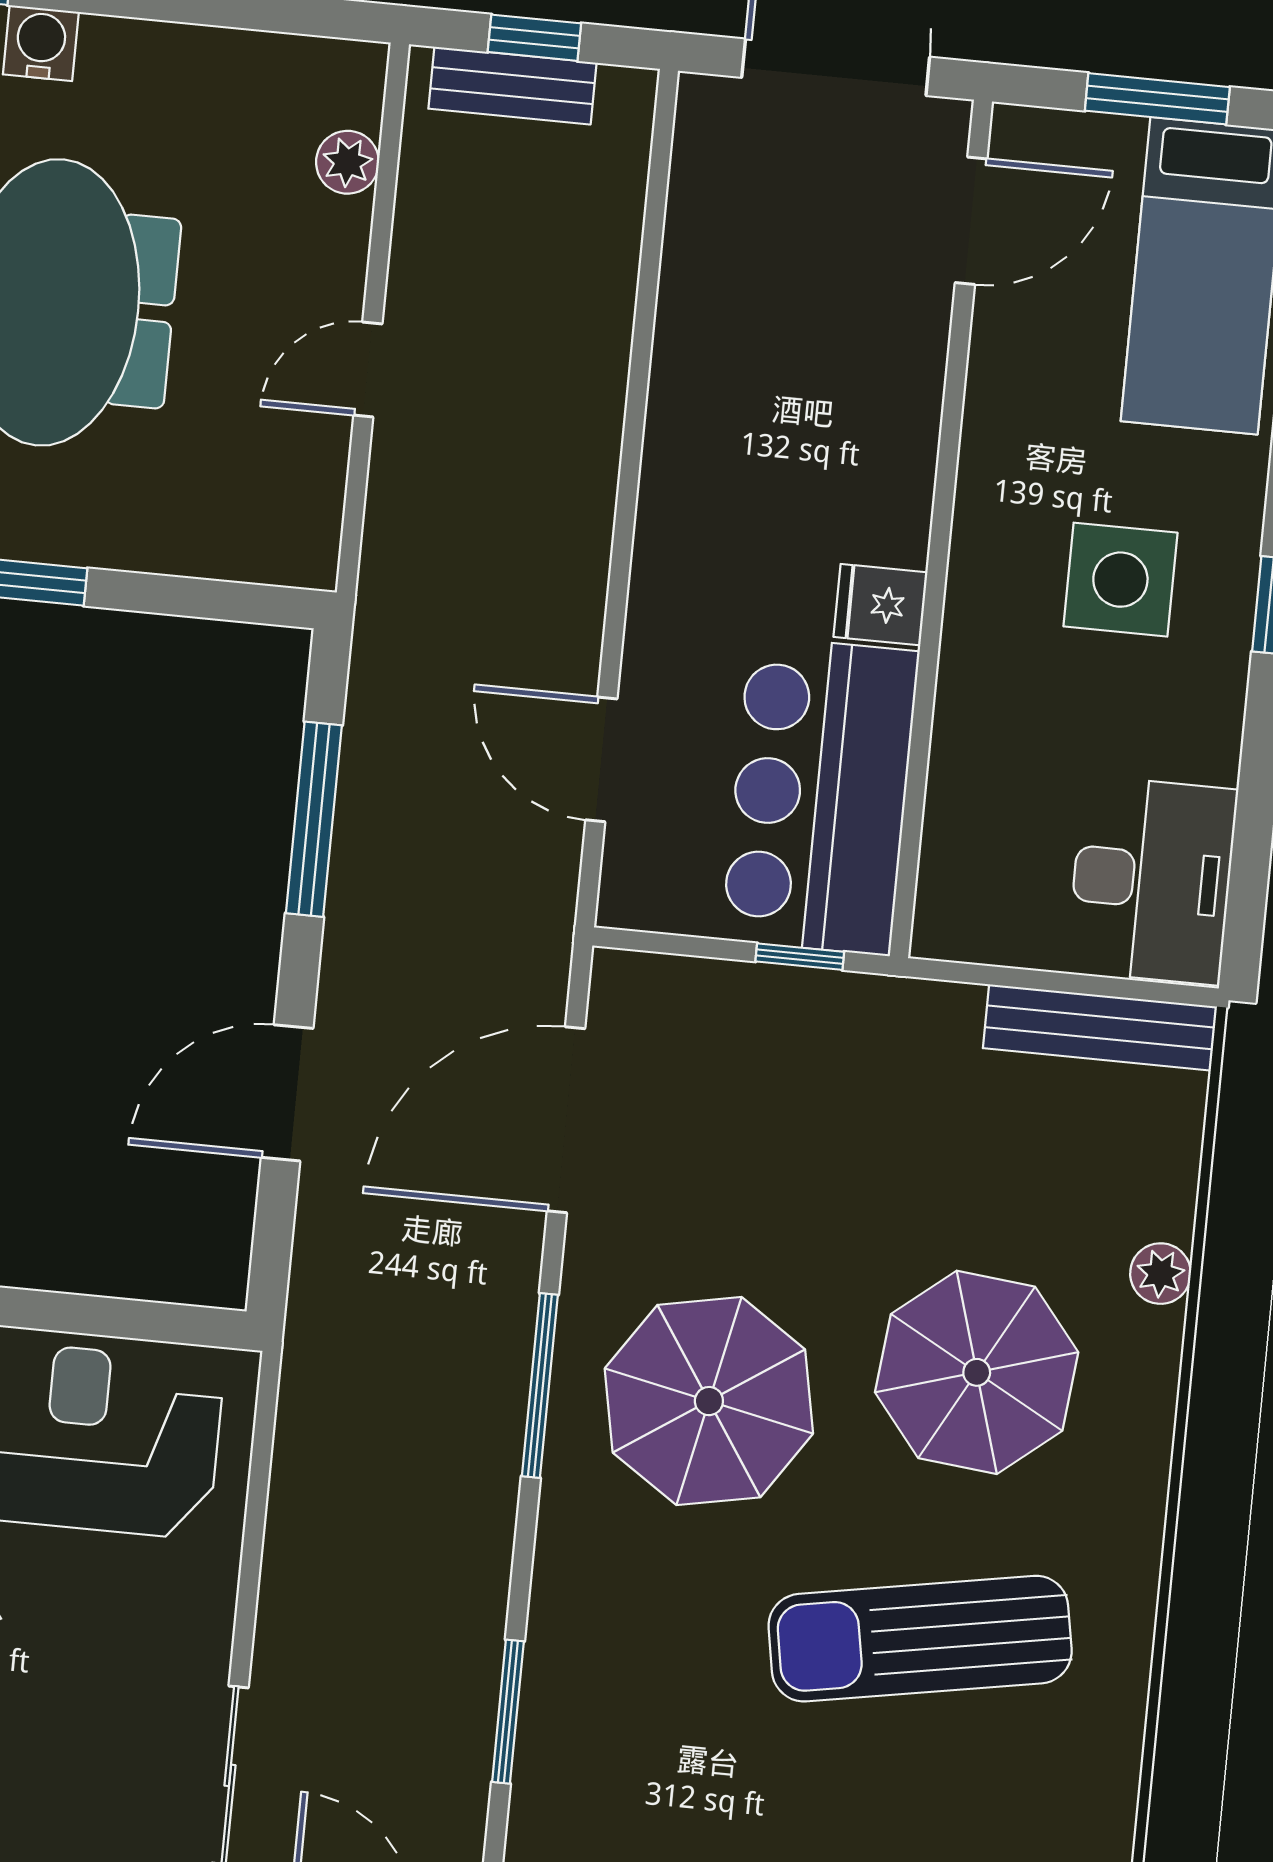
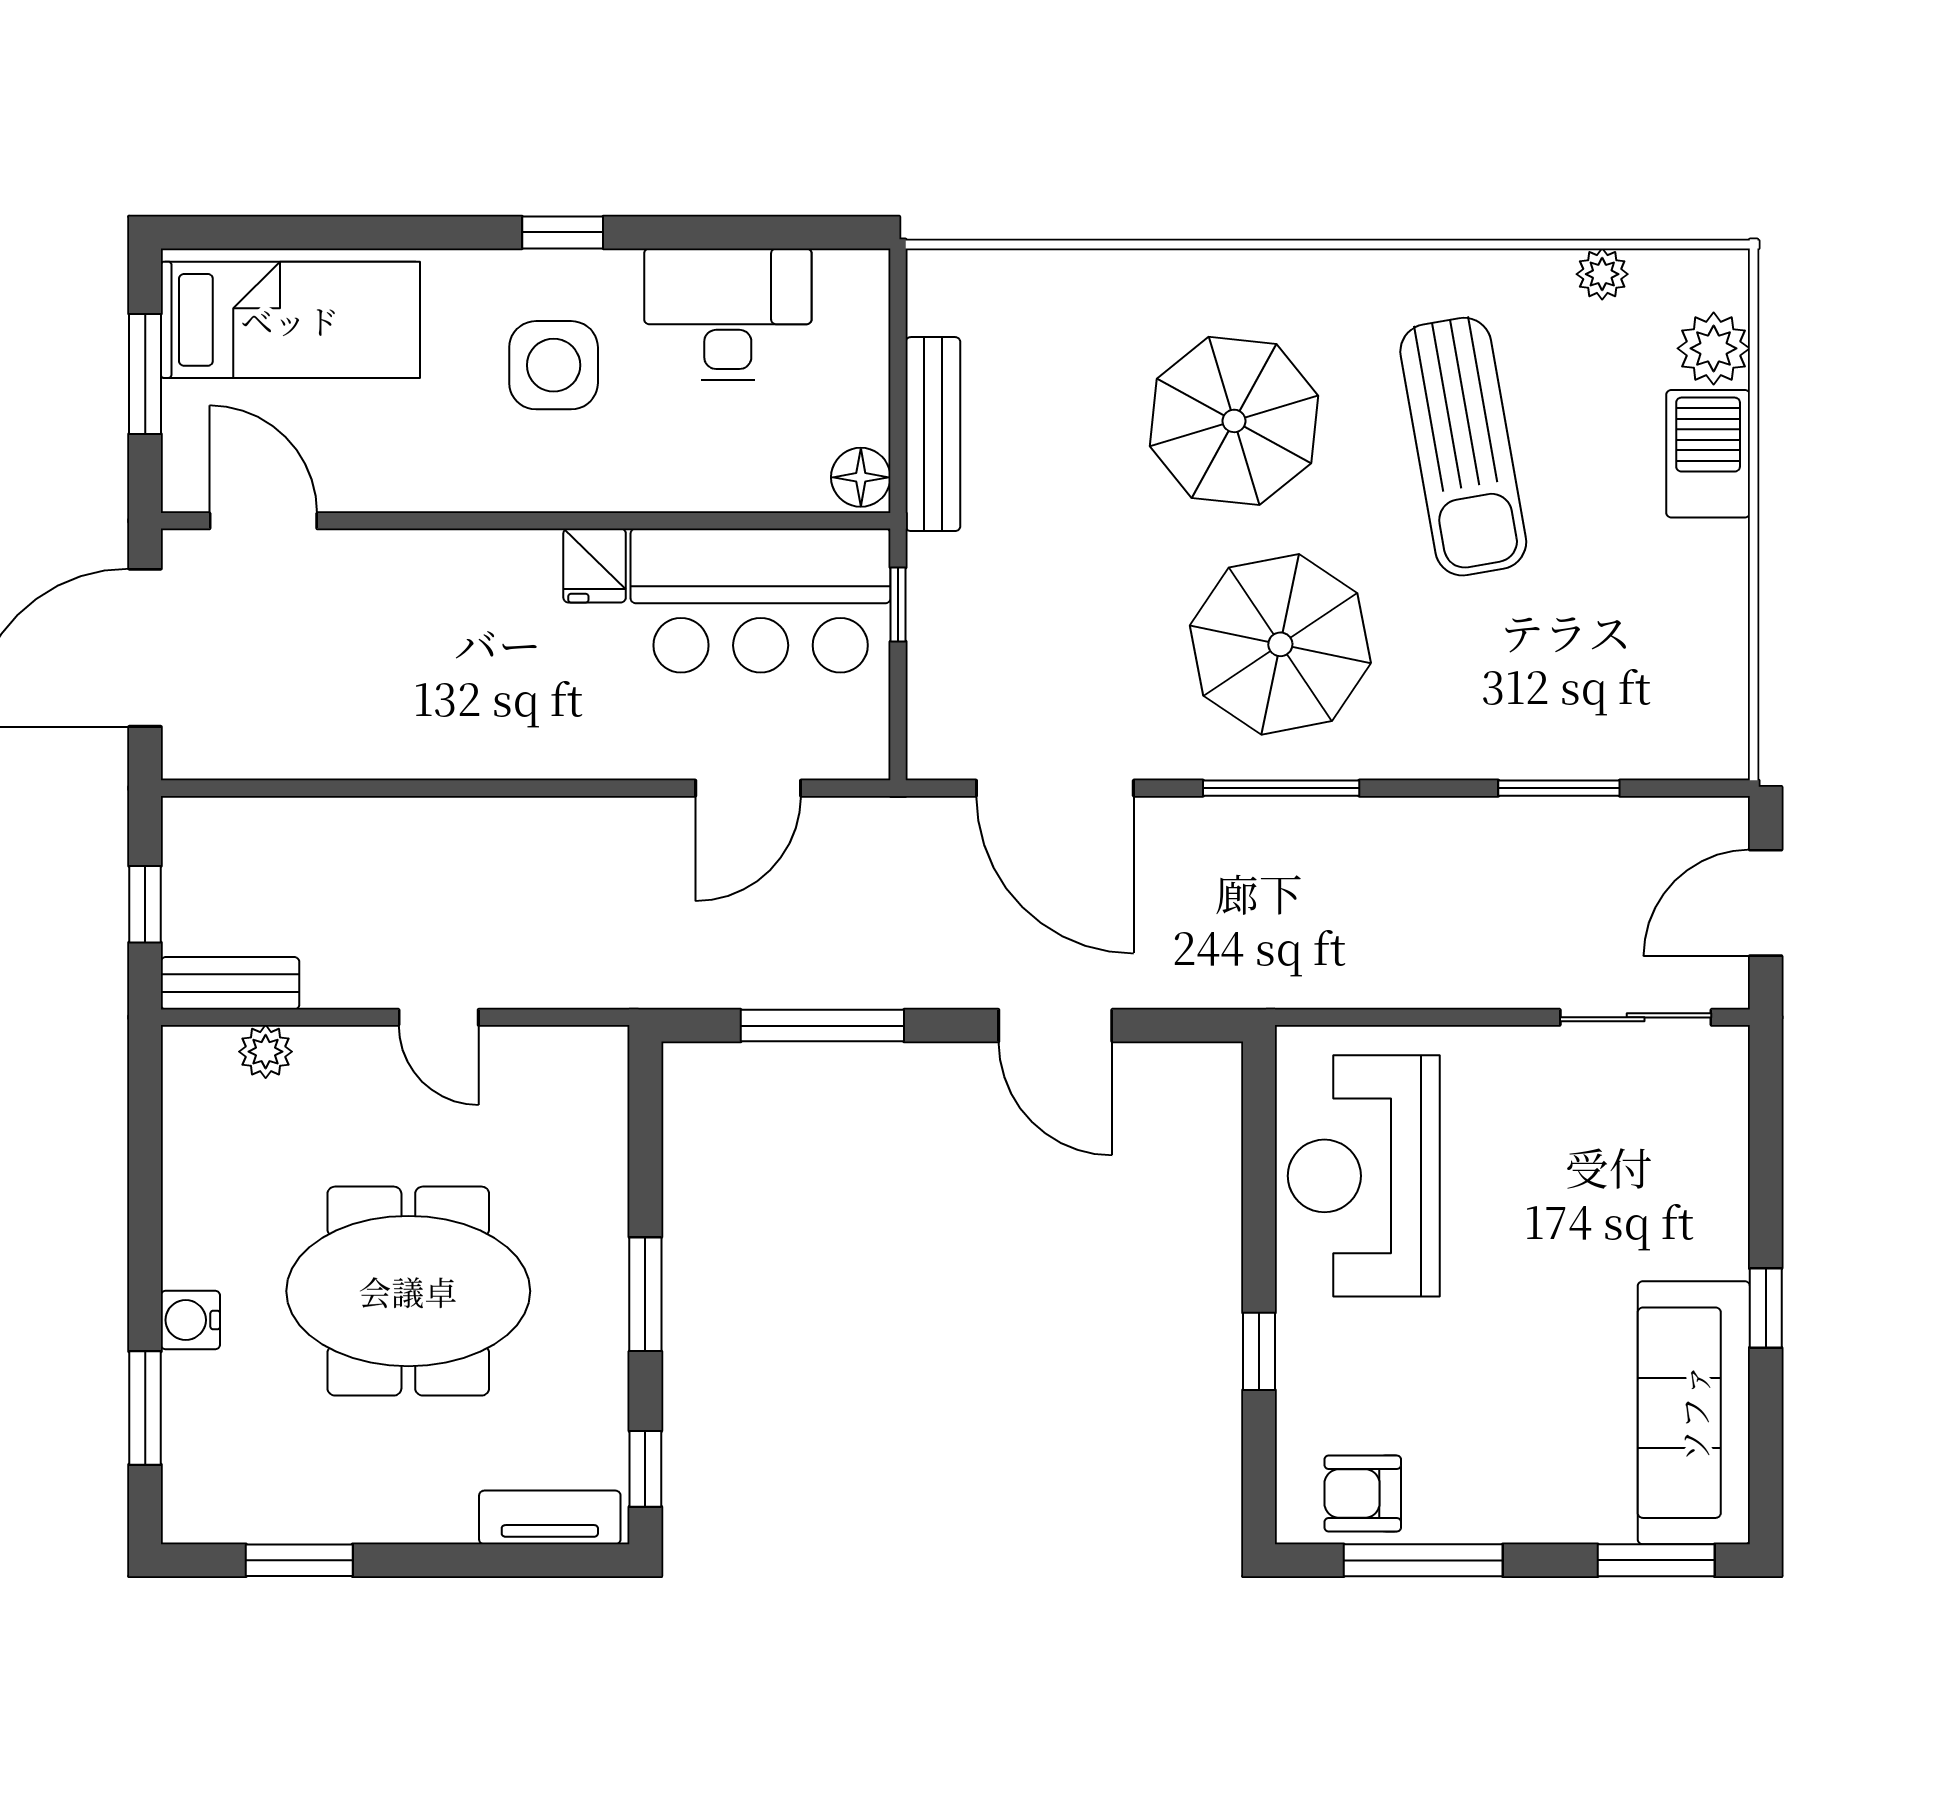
bench: (512, 86) -> (230, 983), moved, turned 90
desk: (1152, 880) -> (728, 314), moved
floor lamp: (953, 928) -> (861, 477), added
bench: (1100, 1027) -> (933, 434), moved
plant: (1161, 1274) -> (1602, 274), moved

